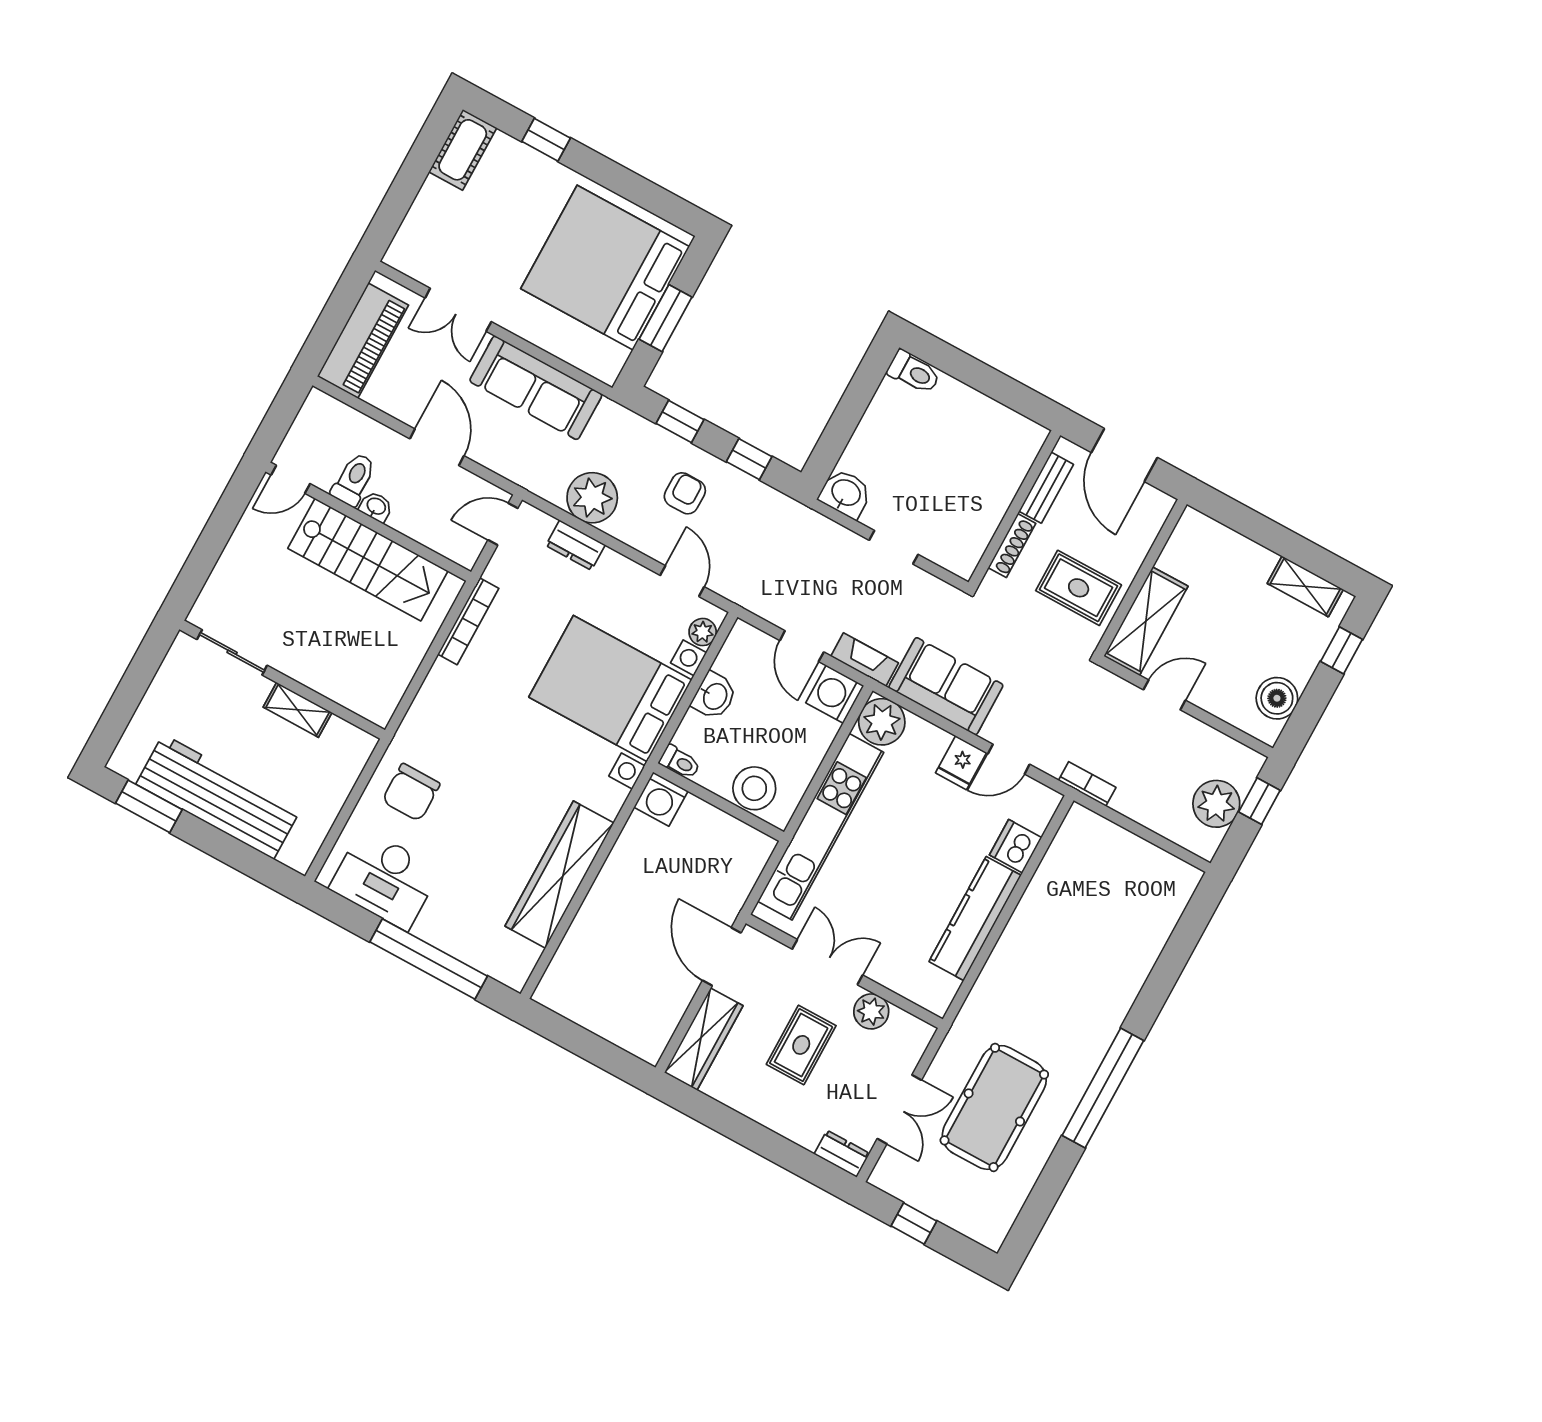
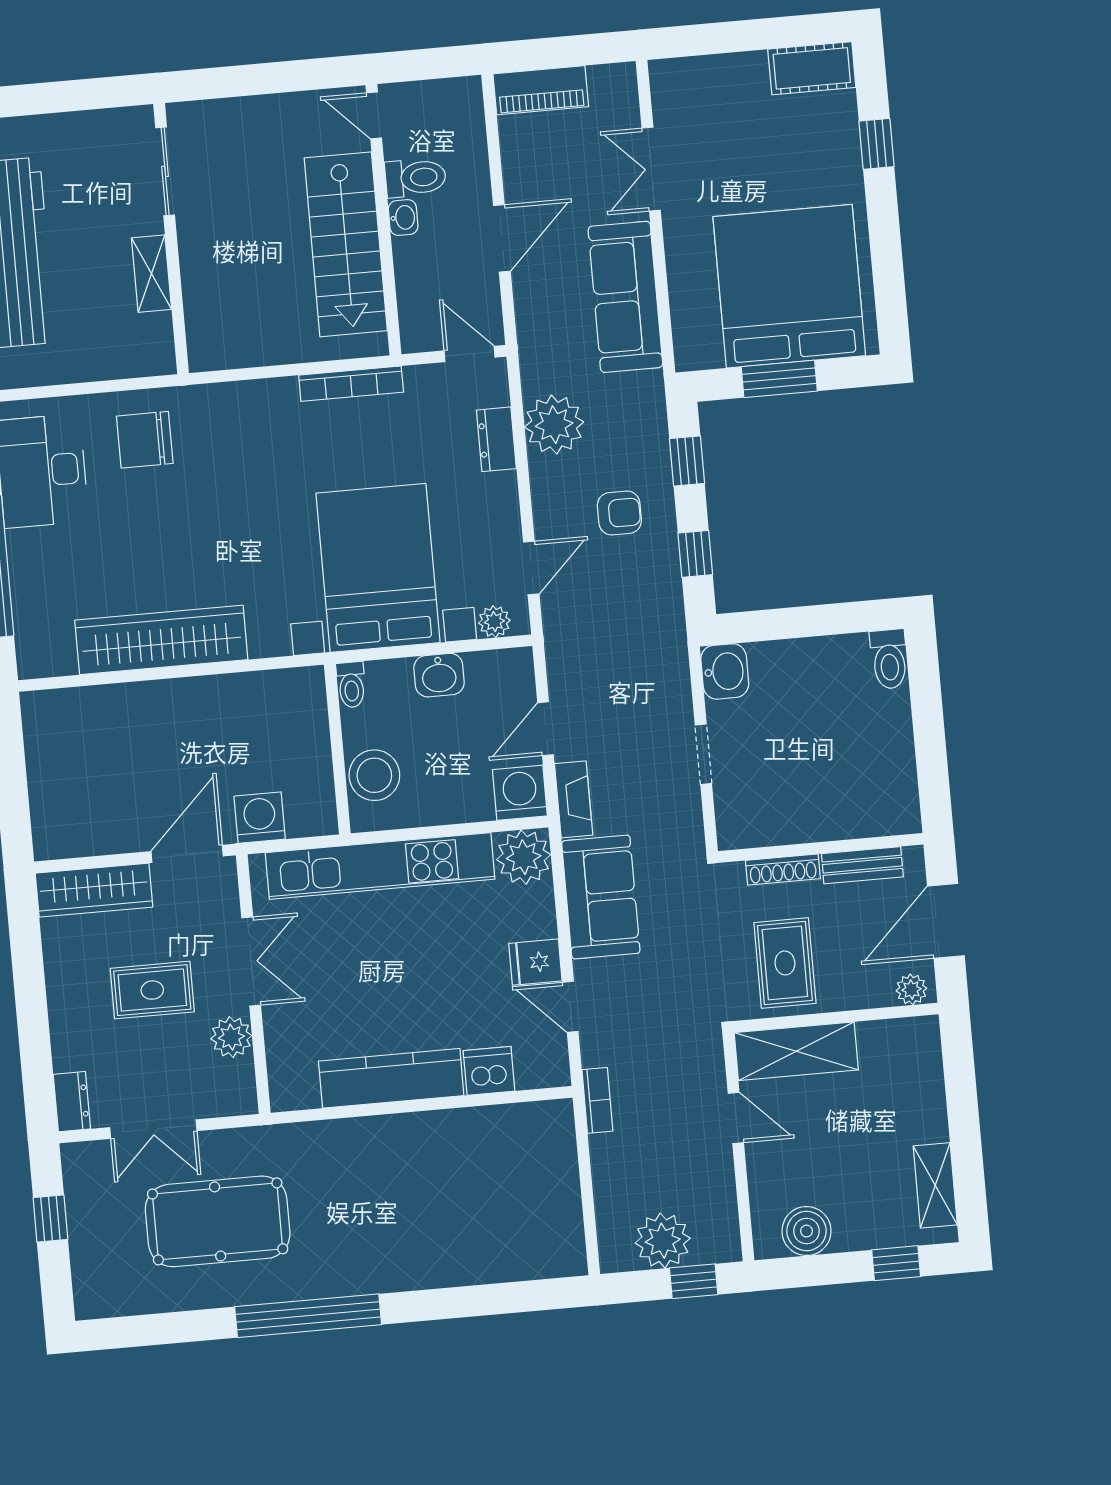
piano: (363, 341) -> (541, 90), width x0.73, depth x0.75
plant: (1156, 511) -> (911, 989), added
washing machine: (661, 799) -> (260, 818), moved, turned 90

